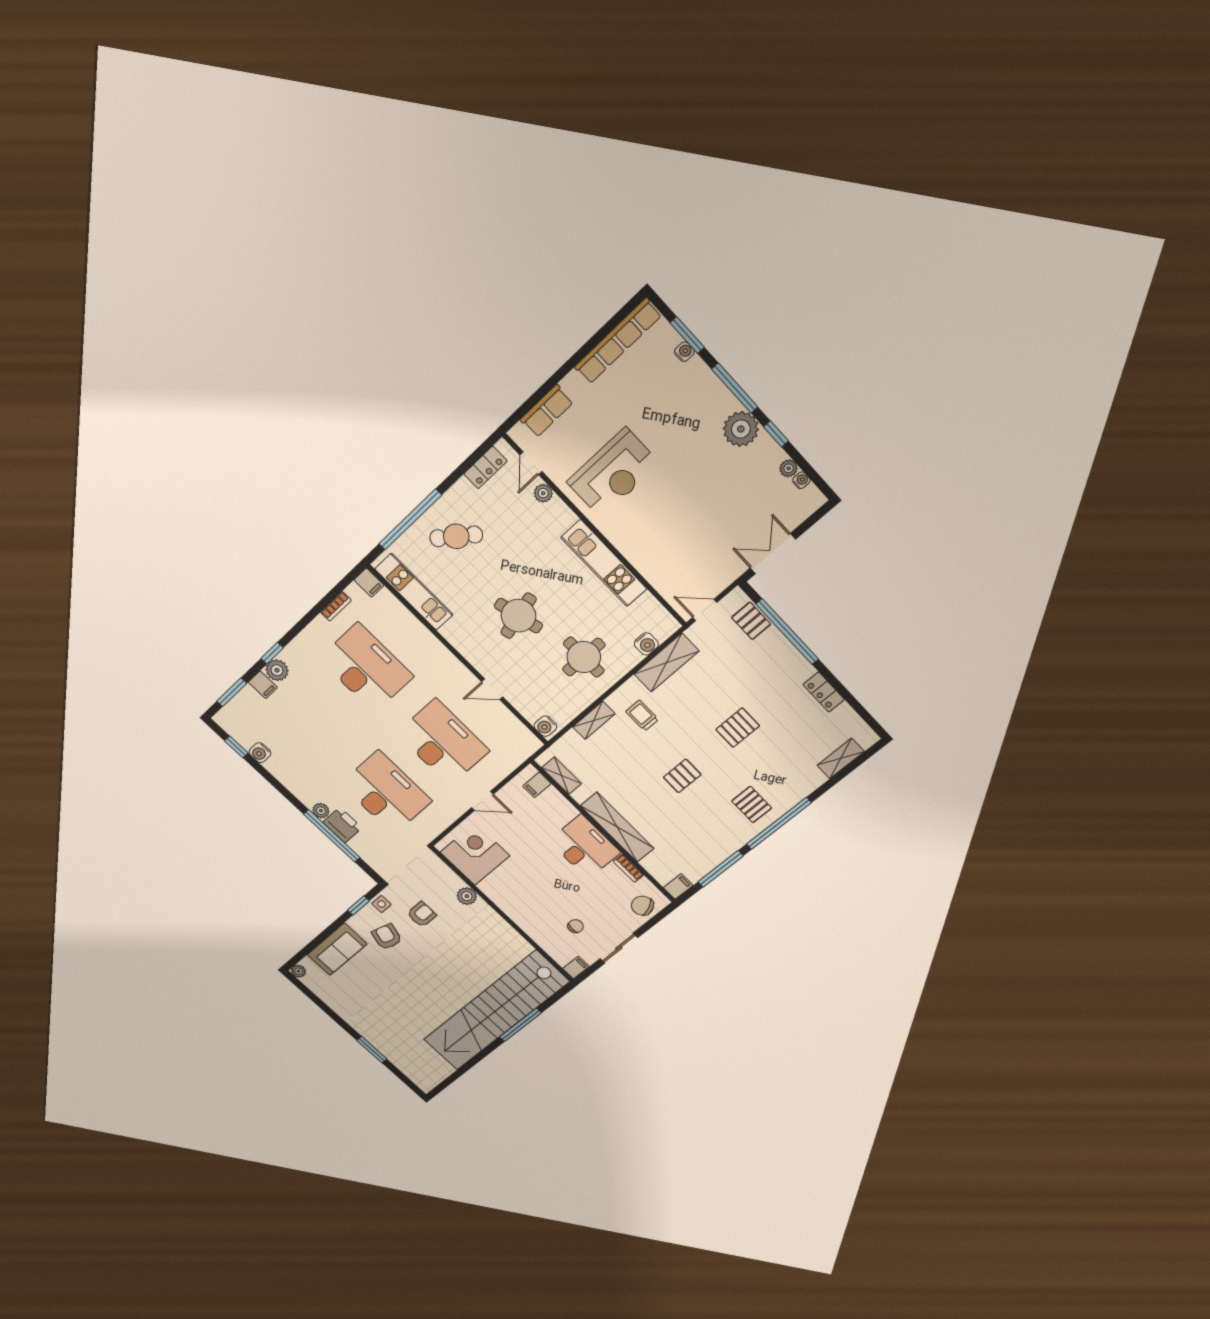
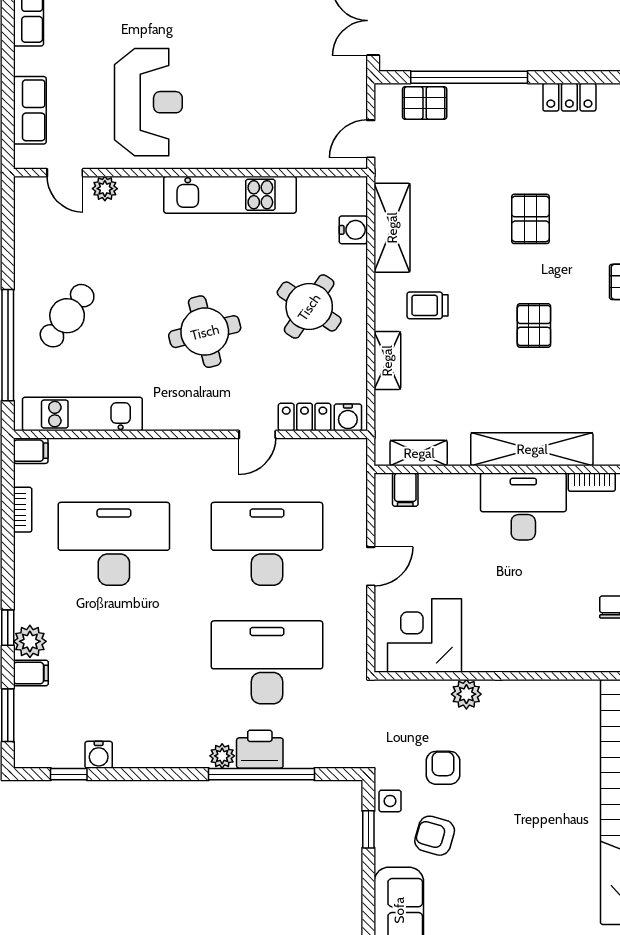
locker: (485, 467) -> (305, 417), moved, turned -90
round table: (584, 657) -> (309, 307), turned 34

